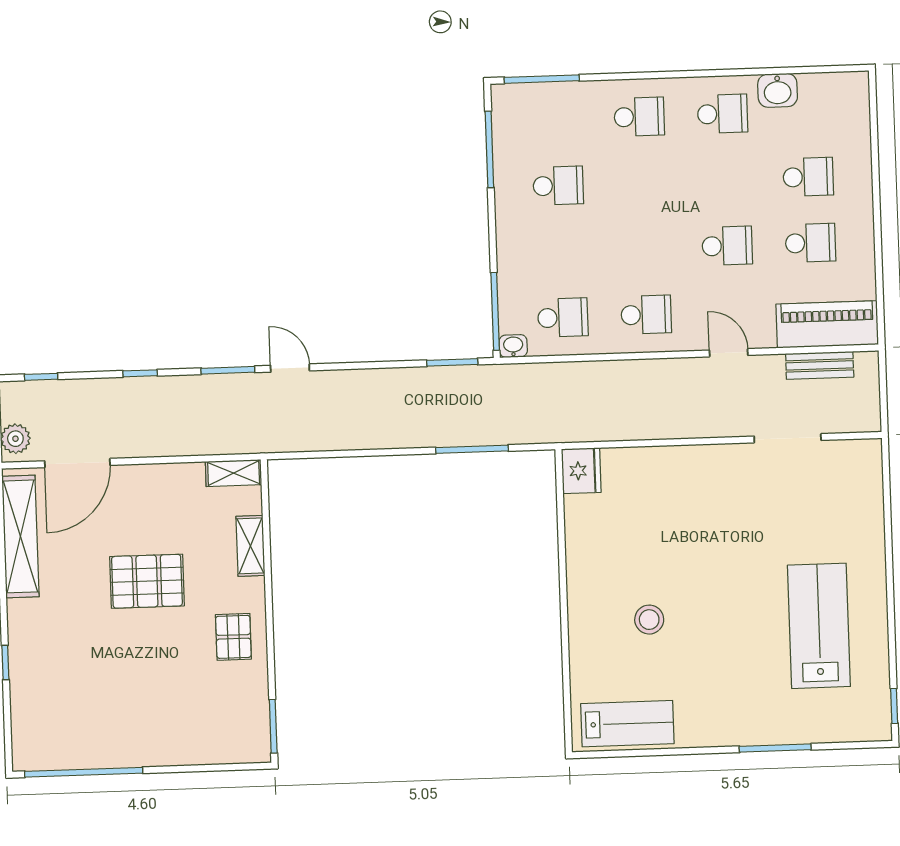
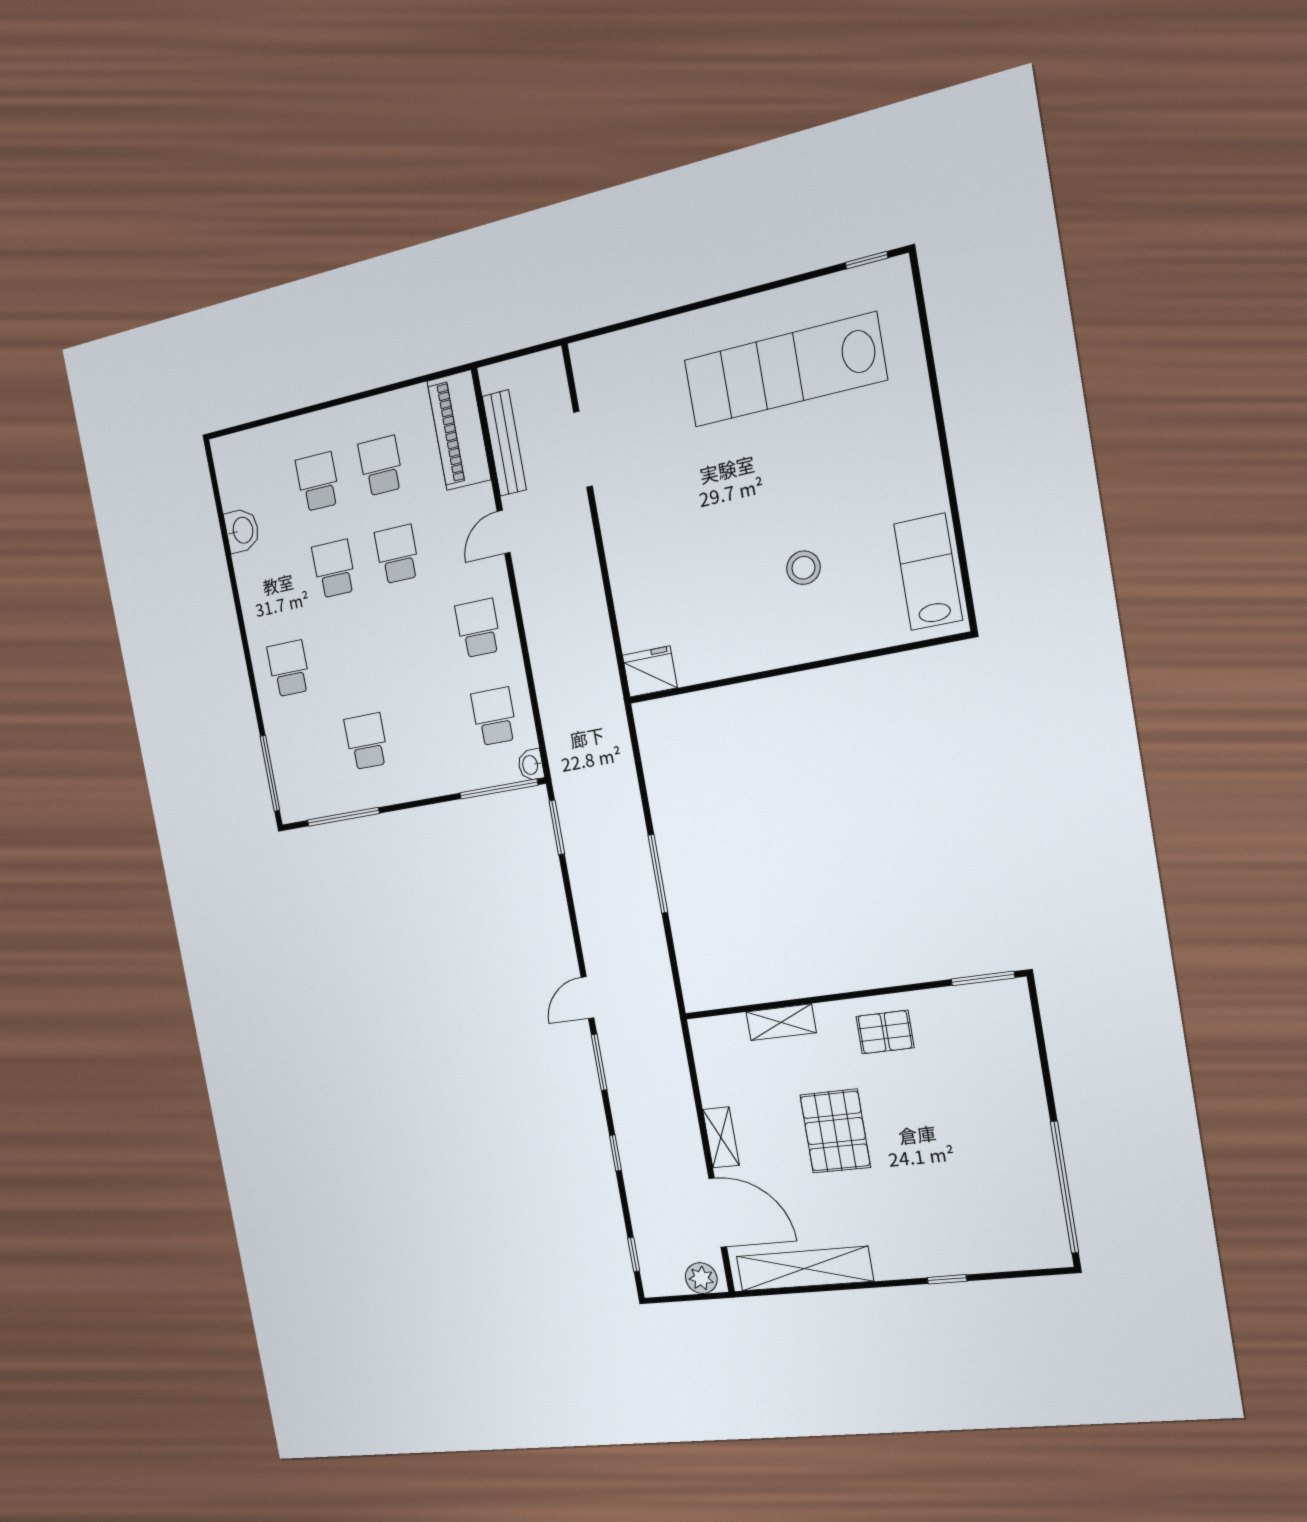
school desk: (723, 114) -> (334, 569), moved
bench: (820, 365) -> (504, 443), width x1.36
window: (472, 449) -> (658, 874), moved
shelving: (234, 473) -> (721, 1137), moved
lab bench: (819, 626) -> (785, 370), width x1.36
window: (775, 748) -> (935, 392), removed

